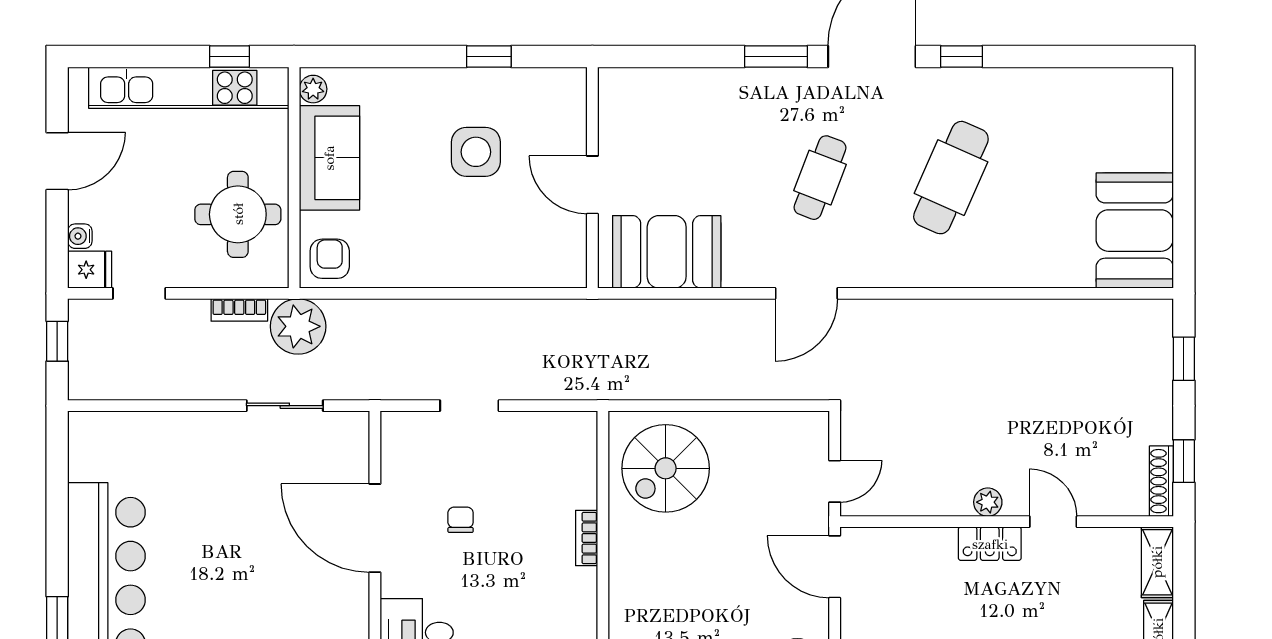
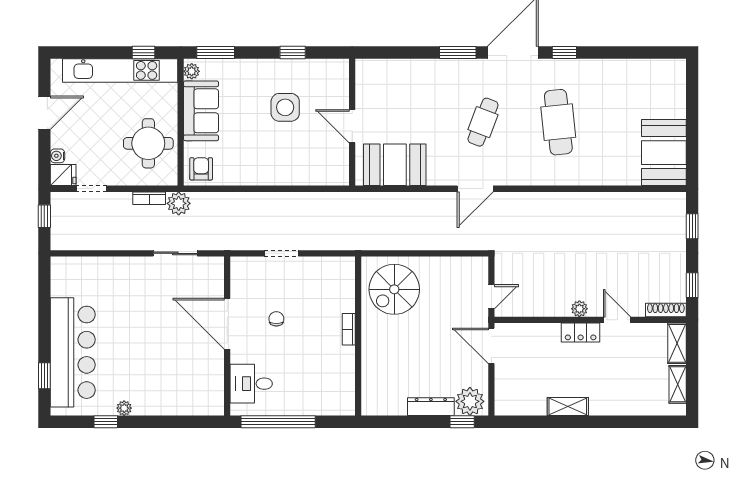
window: (355, 56) -> (216, 53), added
cafe table: (951, 178) -> (558, 122), turned -30
plant: (298, 326) -> (179, 203), width x0.73, depth x0.73
shoe rack: (1161, 481) -> (666, 310), moved, turned 90

